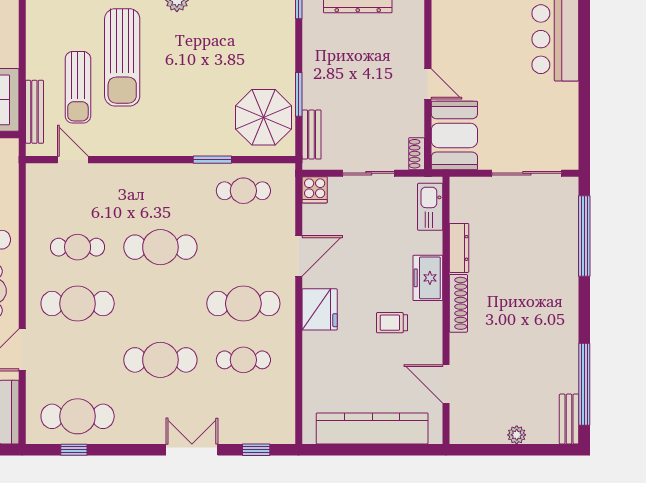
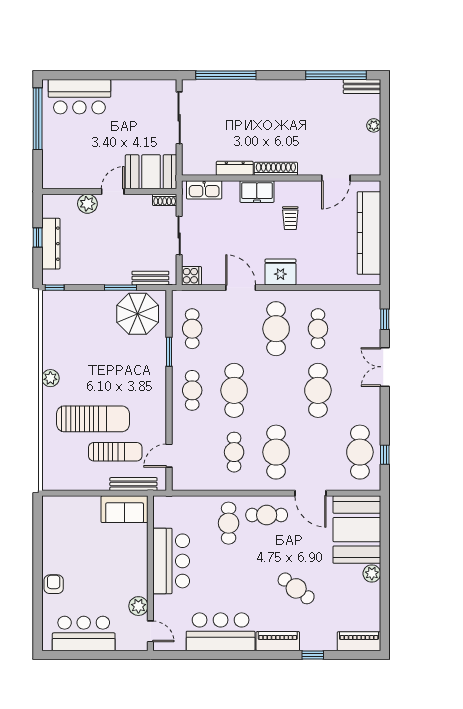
plant: (411, 50) -> (87, 204), added
cafe table: (160, 191) -> (192, 390), added

